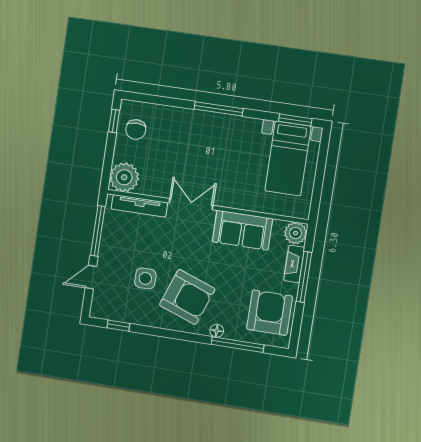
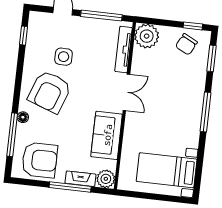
window: (295, 120) -> (212, 58), moved
chair: (136, 130) -> (186, 44), turned -63

